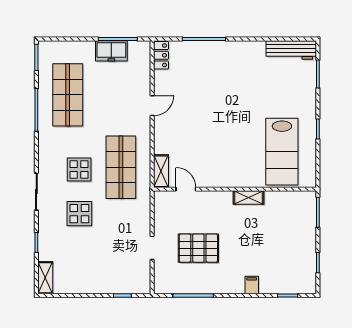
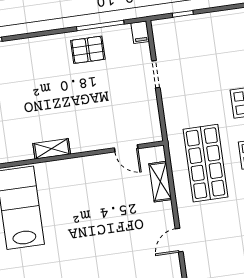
shelving: (161, 171) -> (160, 182), moved
pallet: (198, 248) -> (88, 50), moved, width x0.67, depth x0.71
filing cabinet: (252, 285) -> (140, 32), moved

